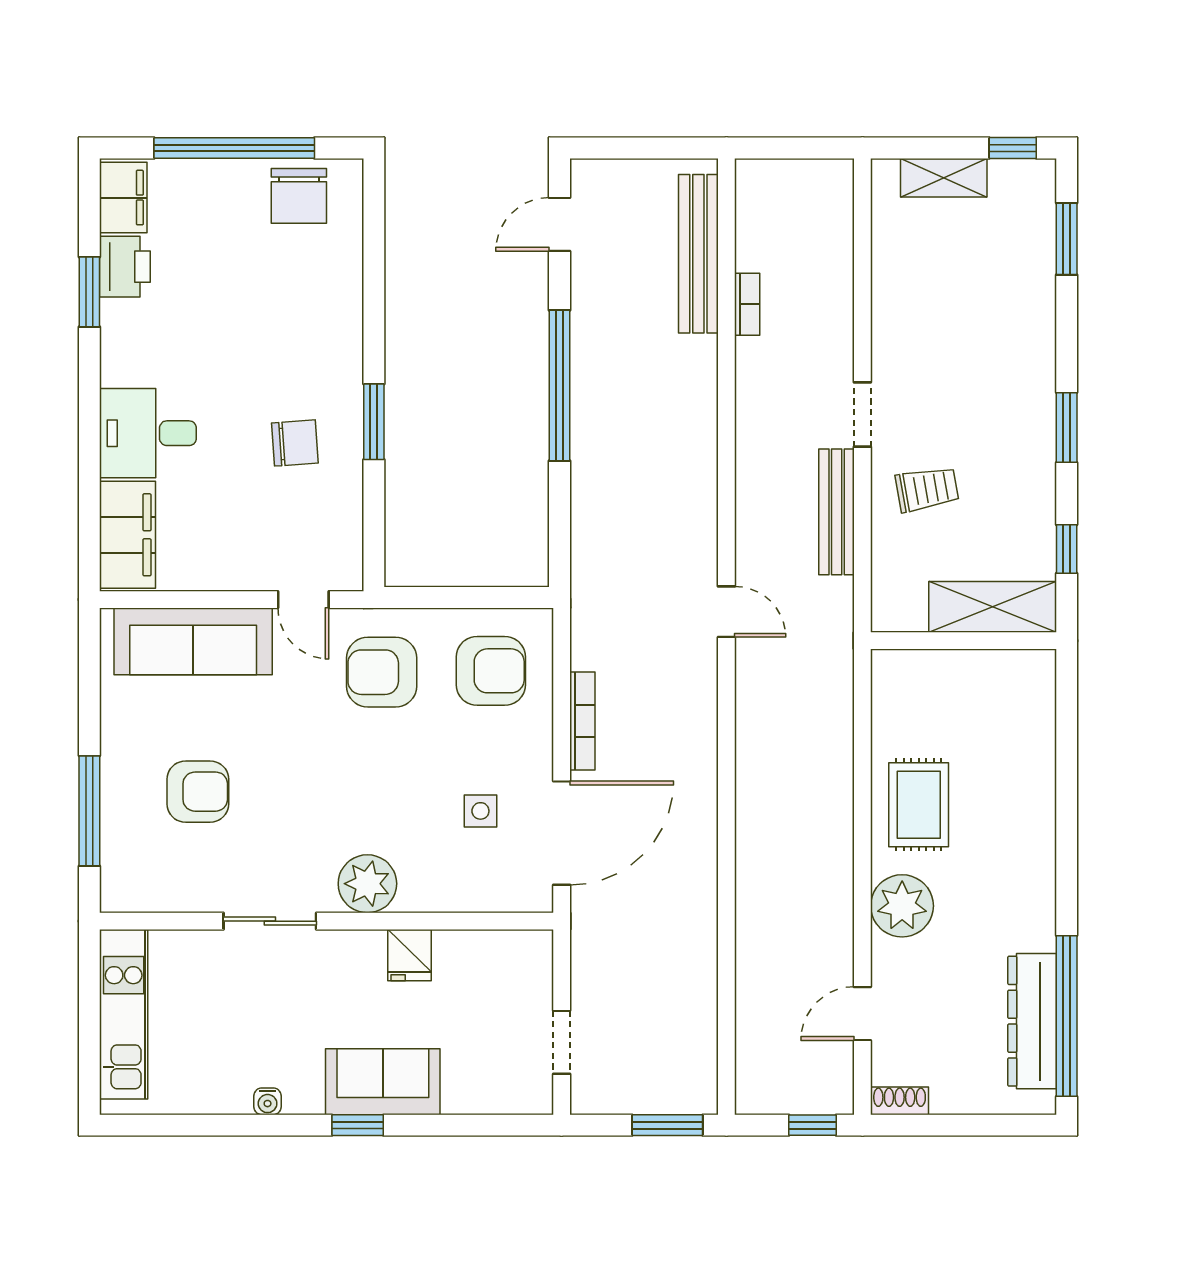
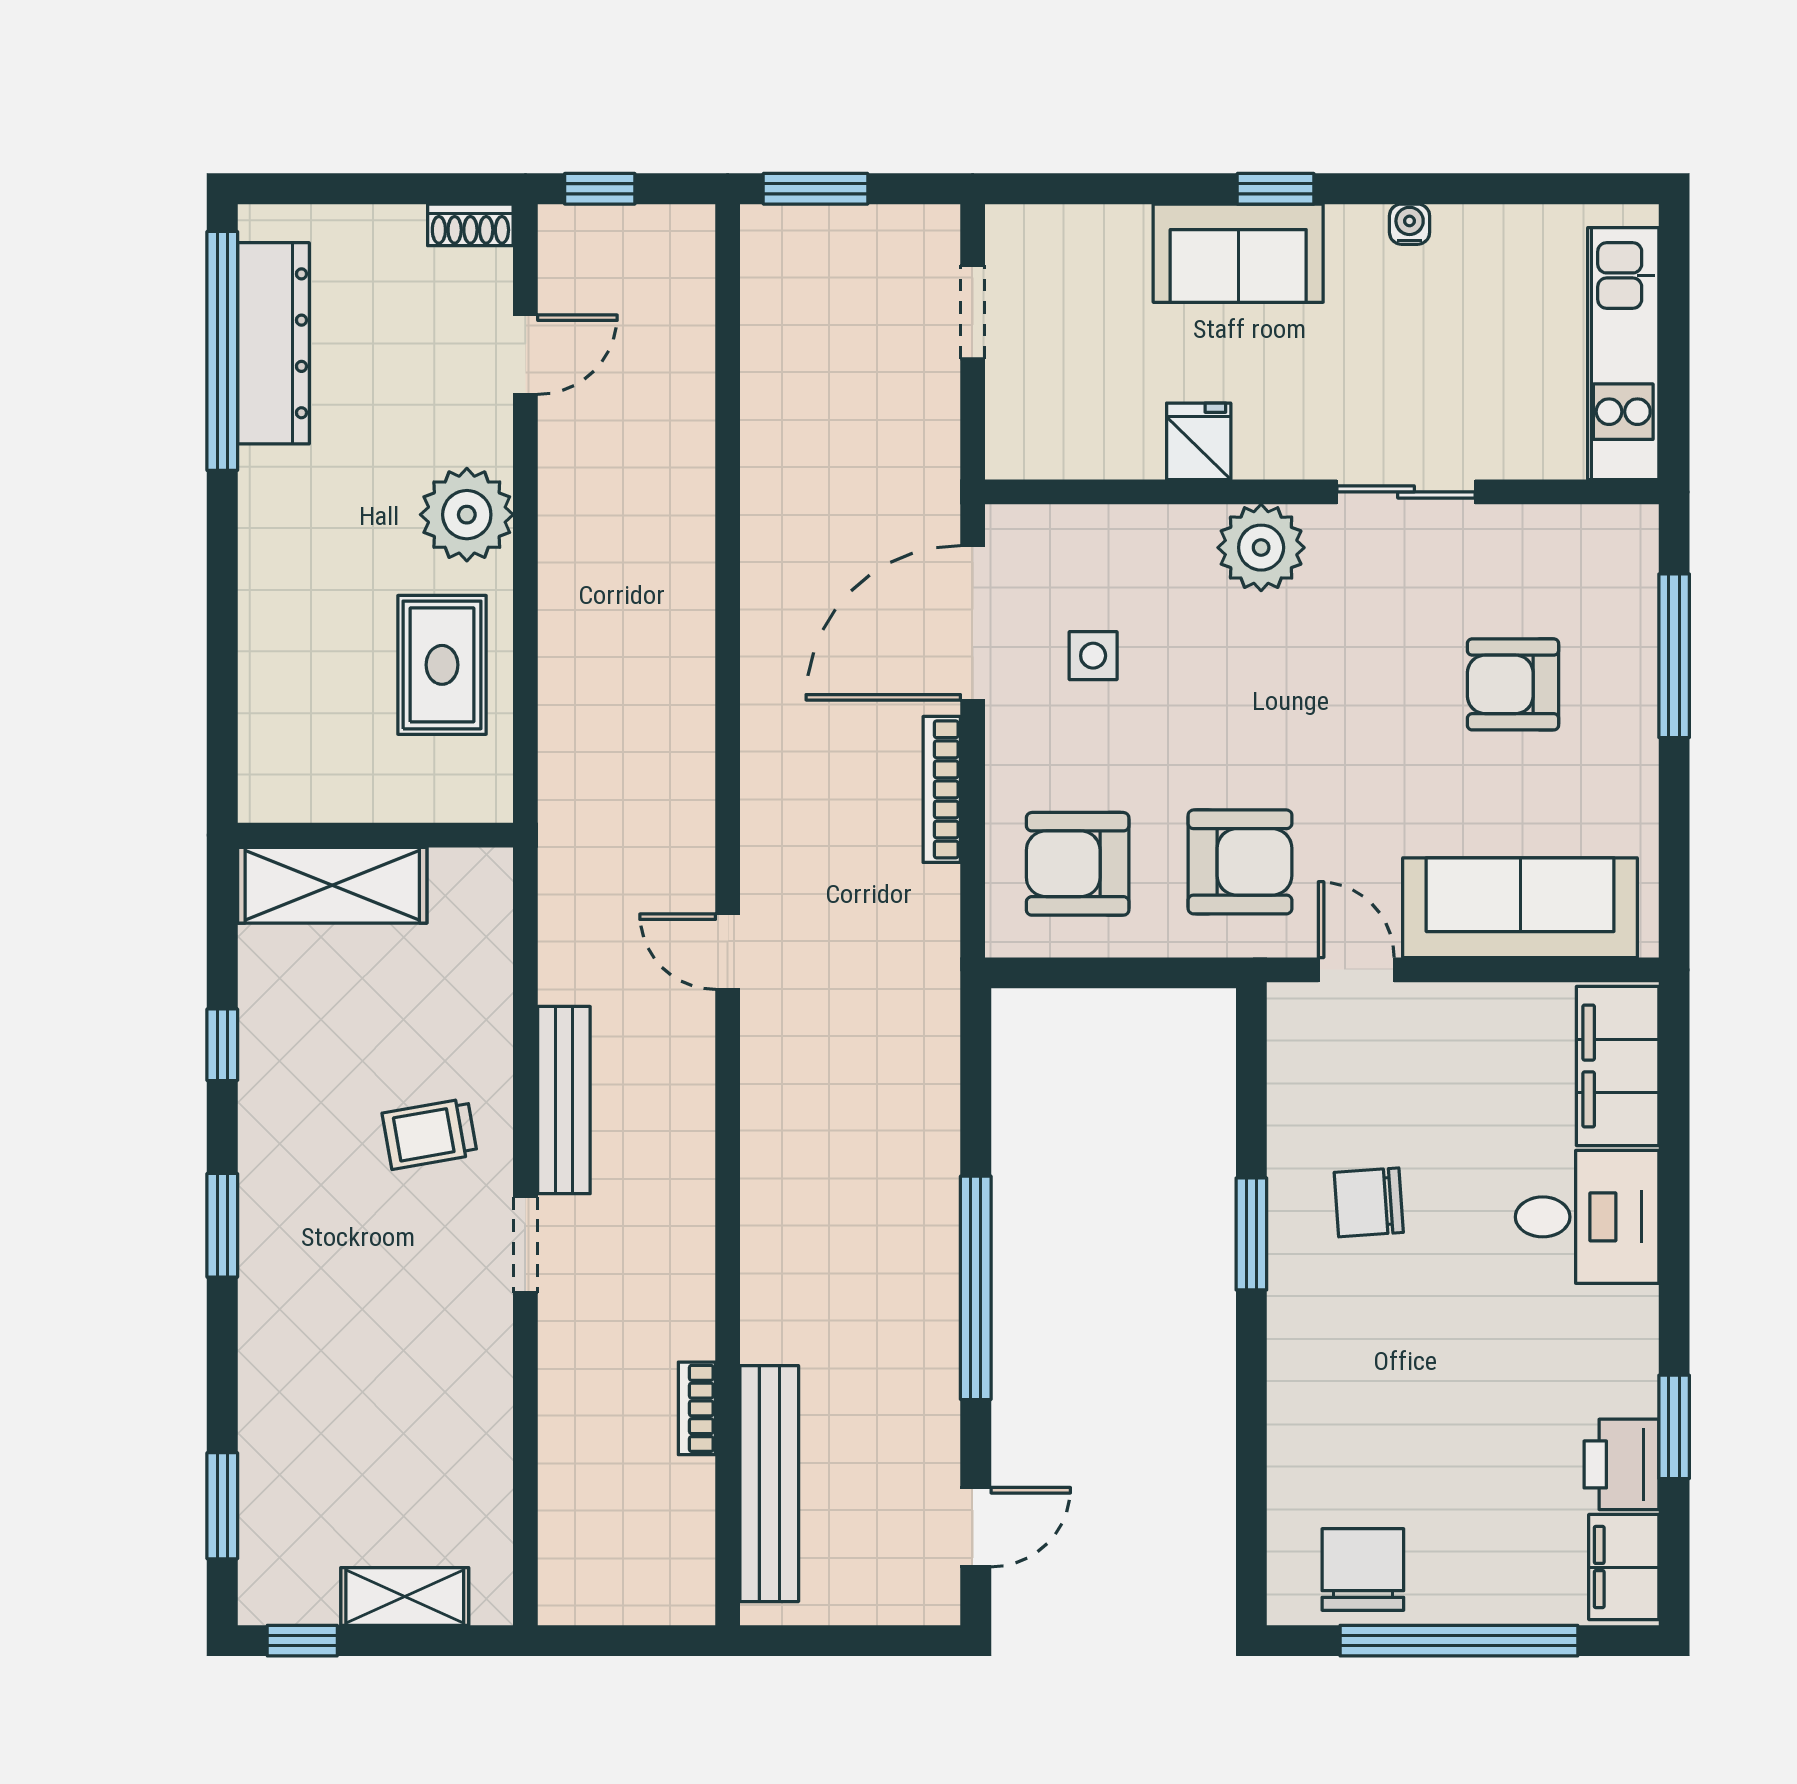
shelving: (993, 607) -> (332, 885), moved
wall: (964, 641) -> (375, 835), moved

